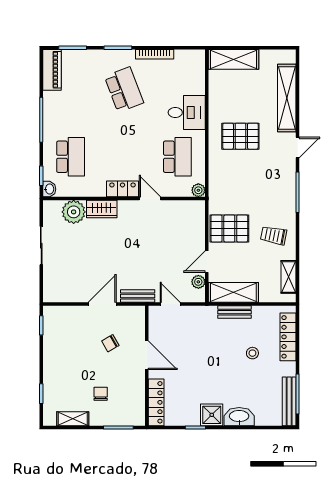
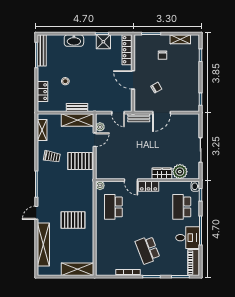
desk: (187, 112) -> (188, 238), moved, turned 180
locker: (288, 337) -> (43, 92), width x0.66
shower: (212, 415) -> (103, 42), moved

